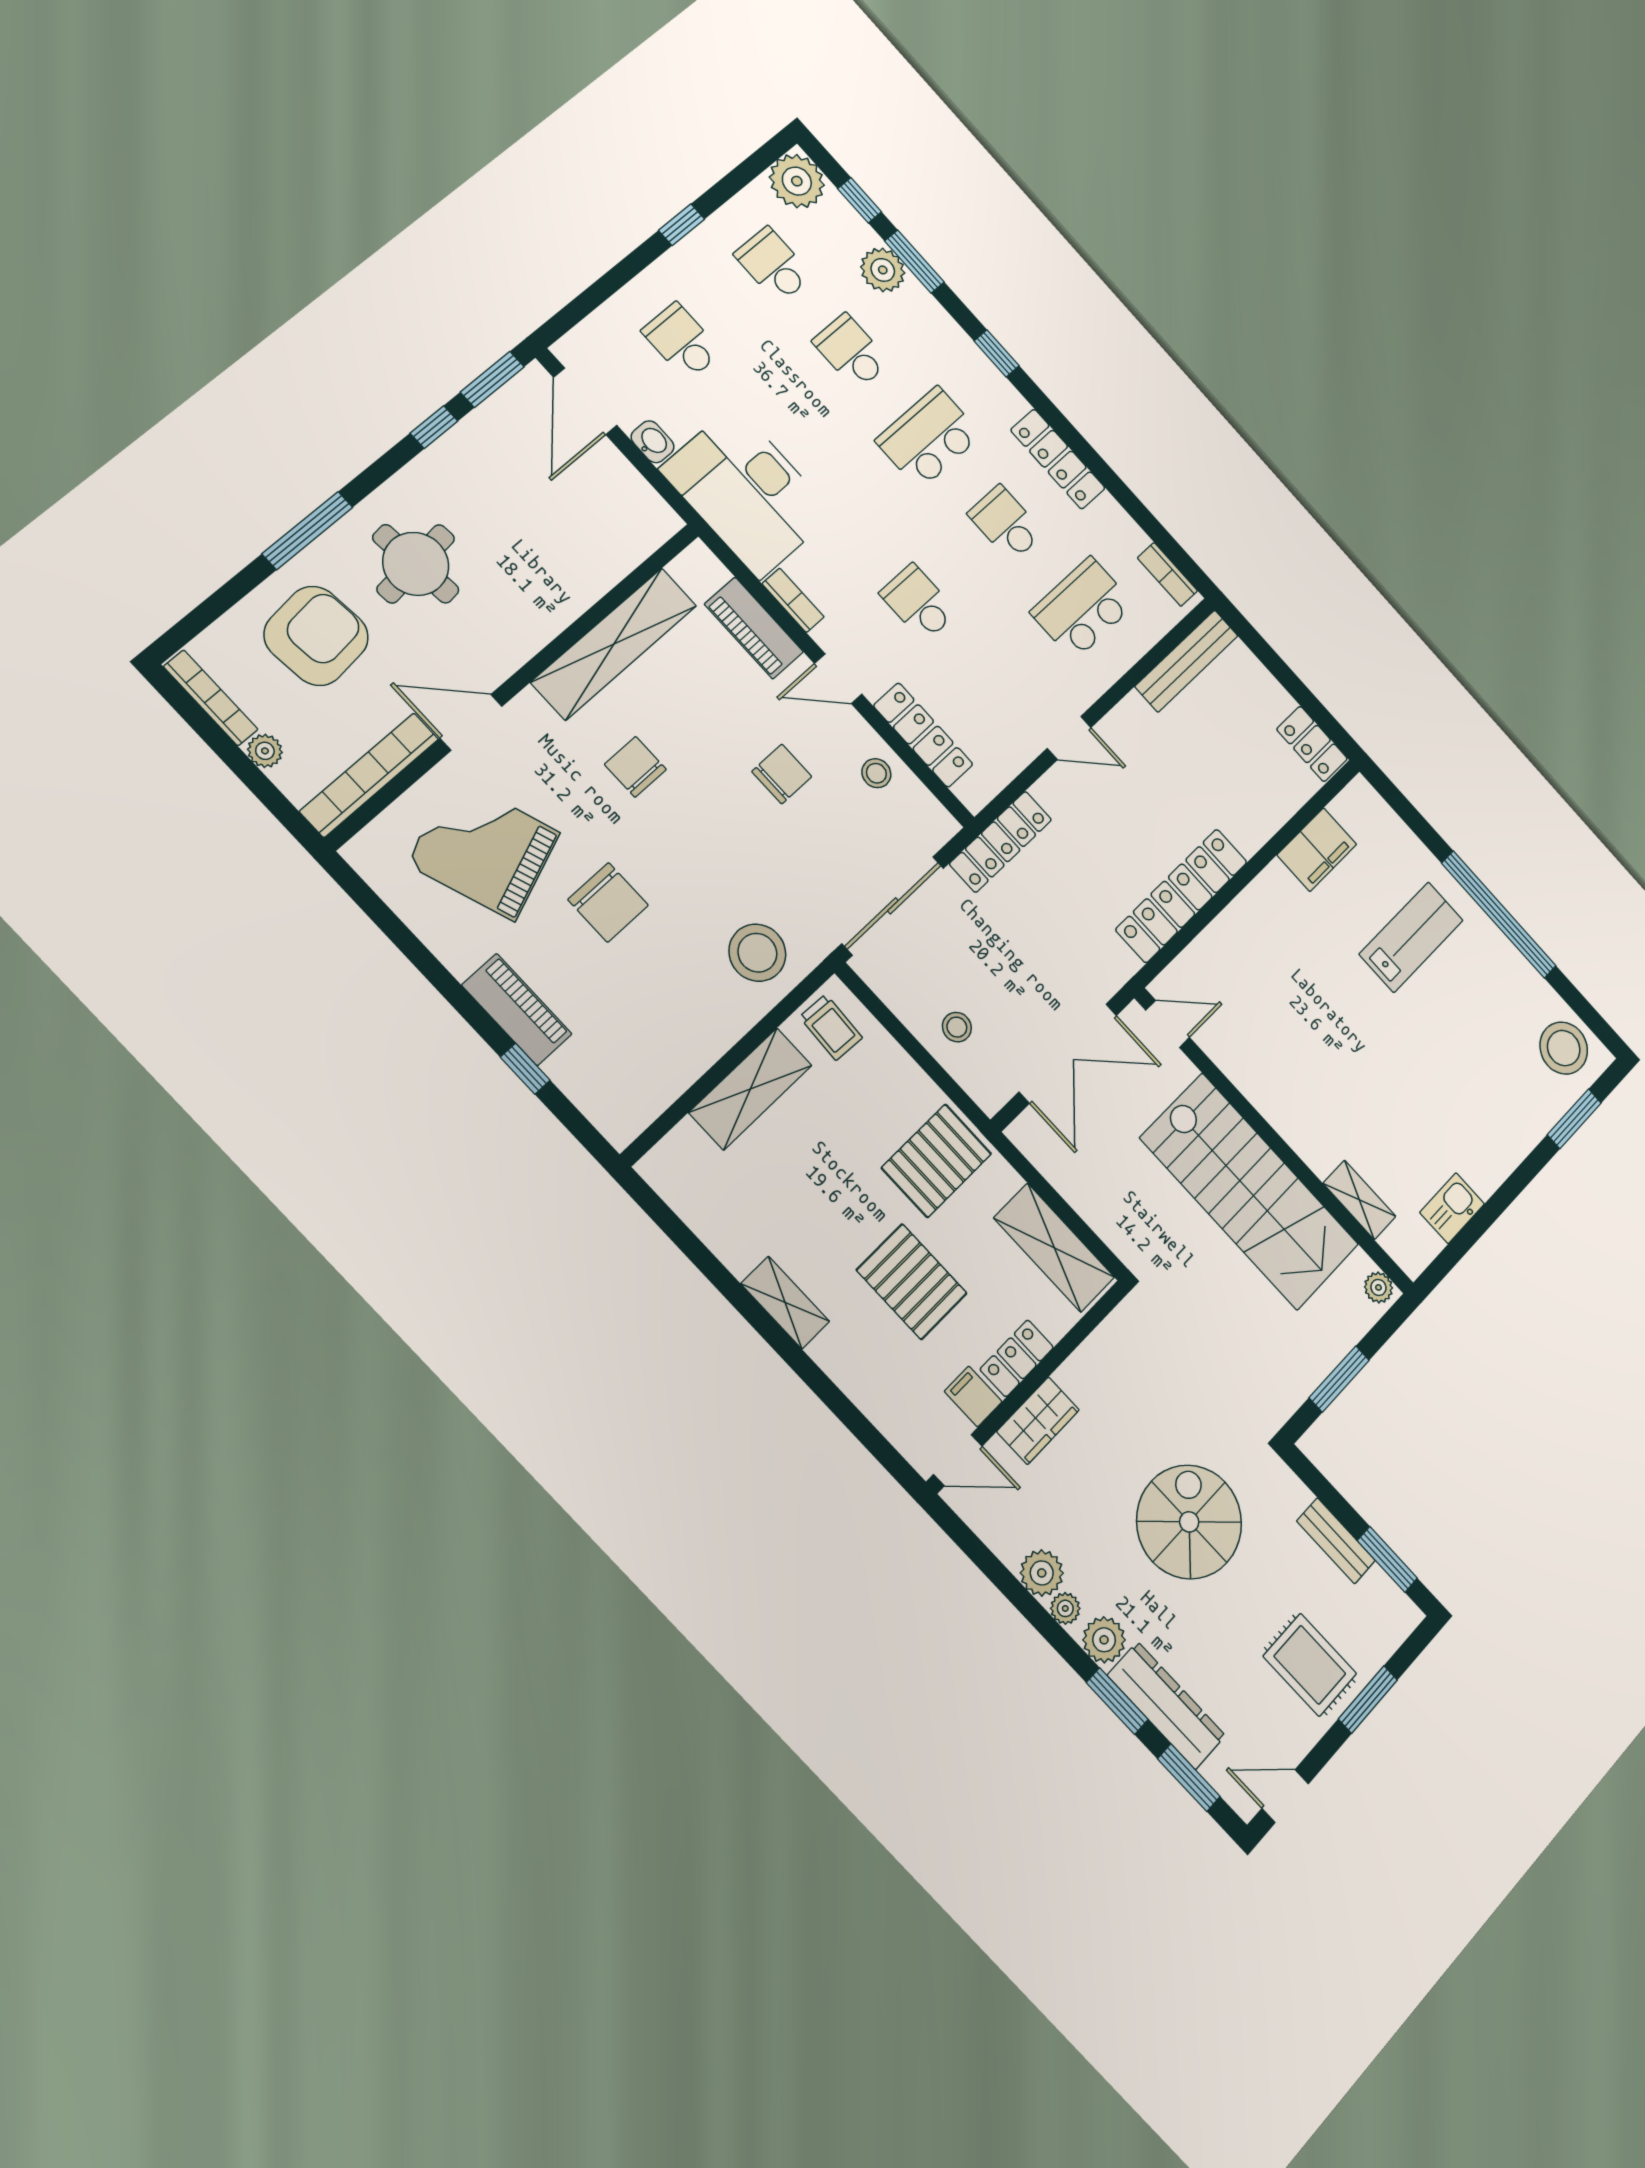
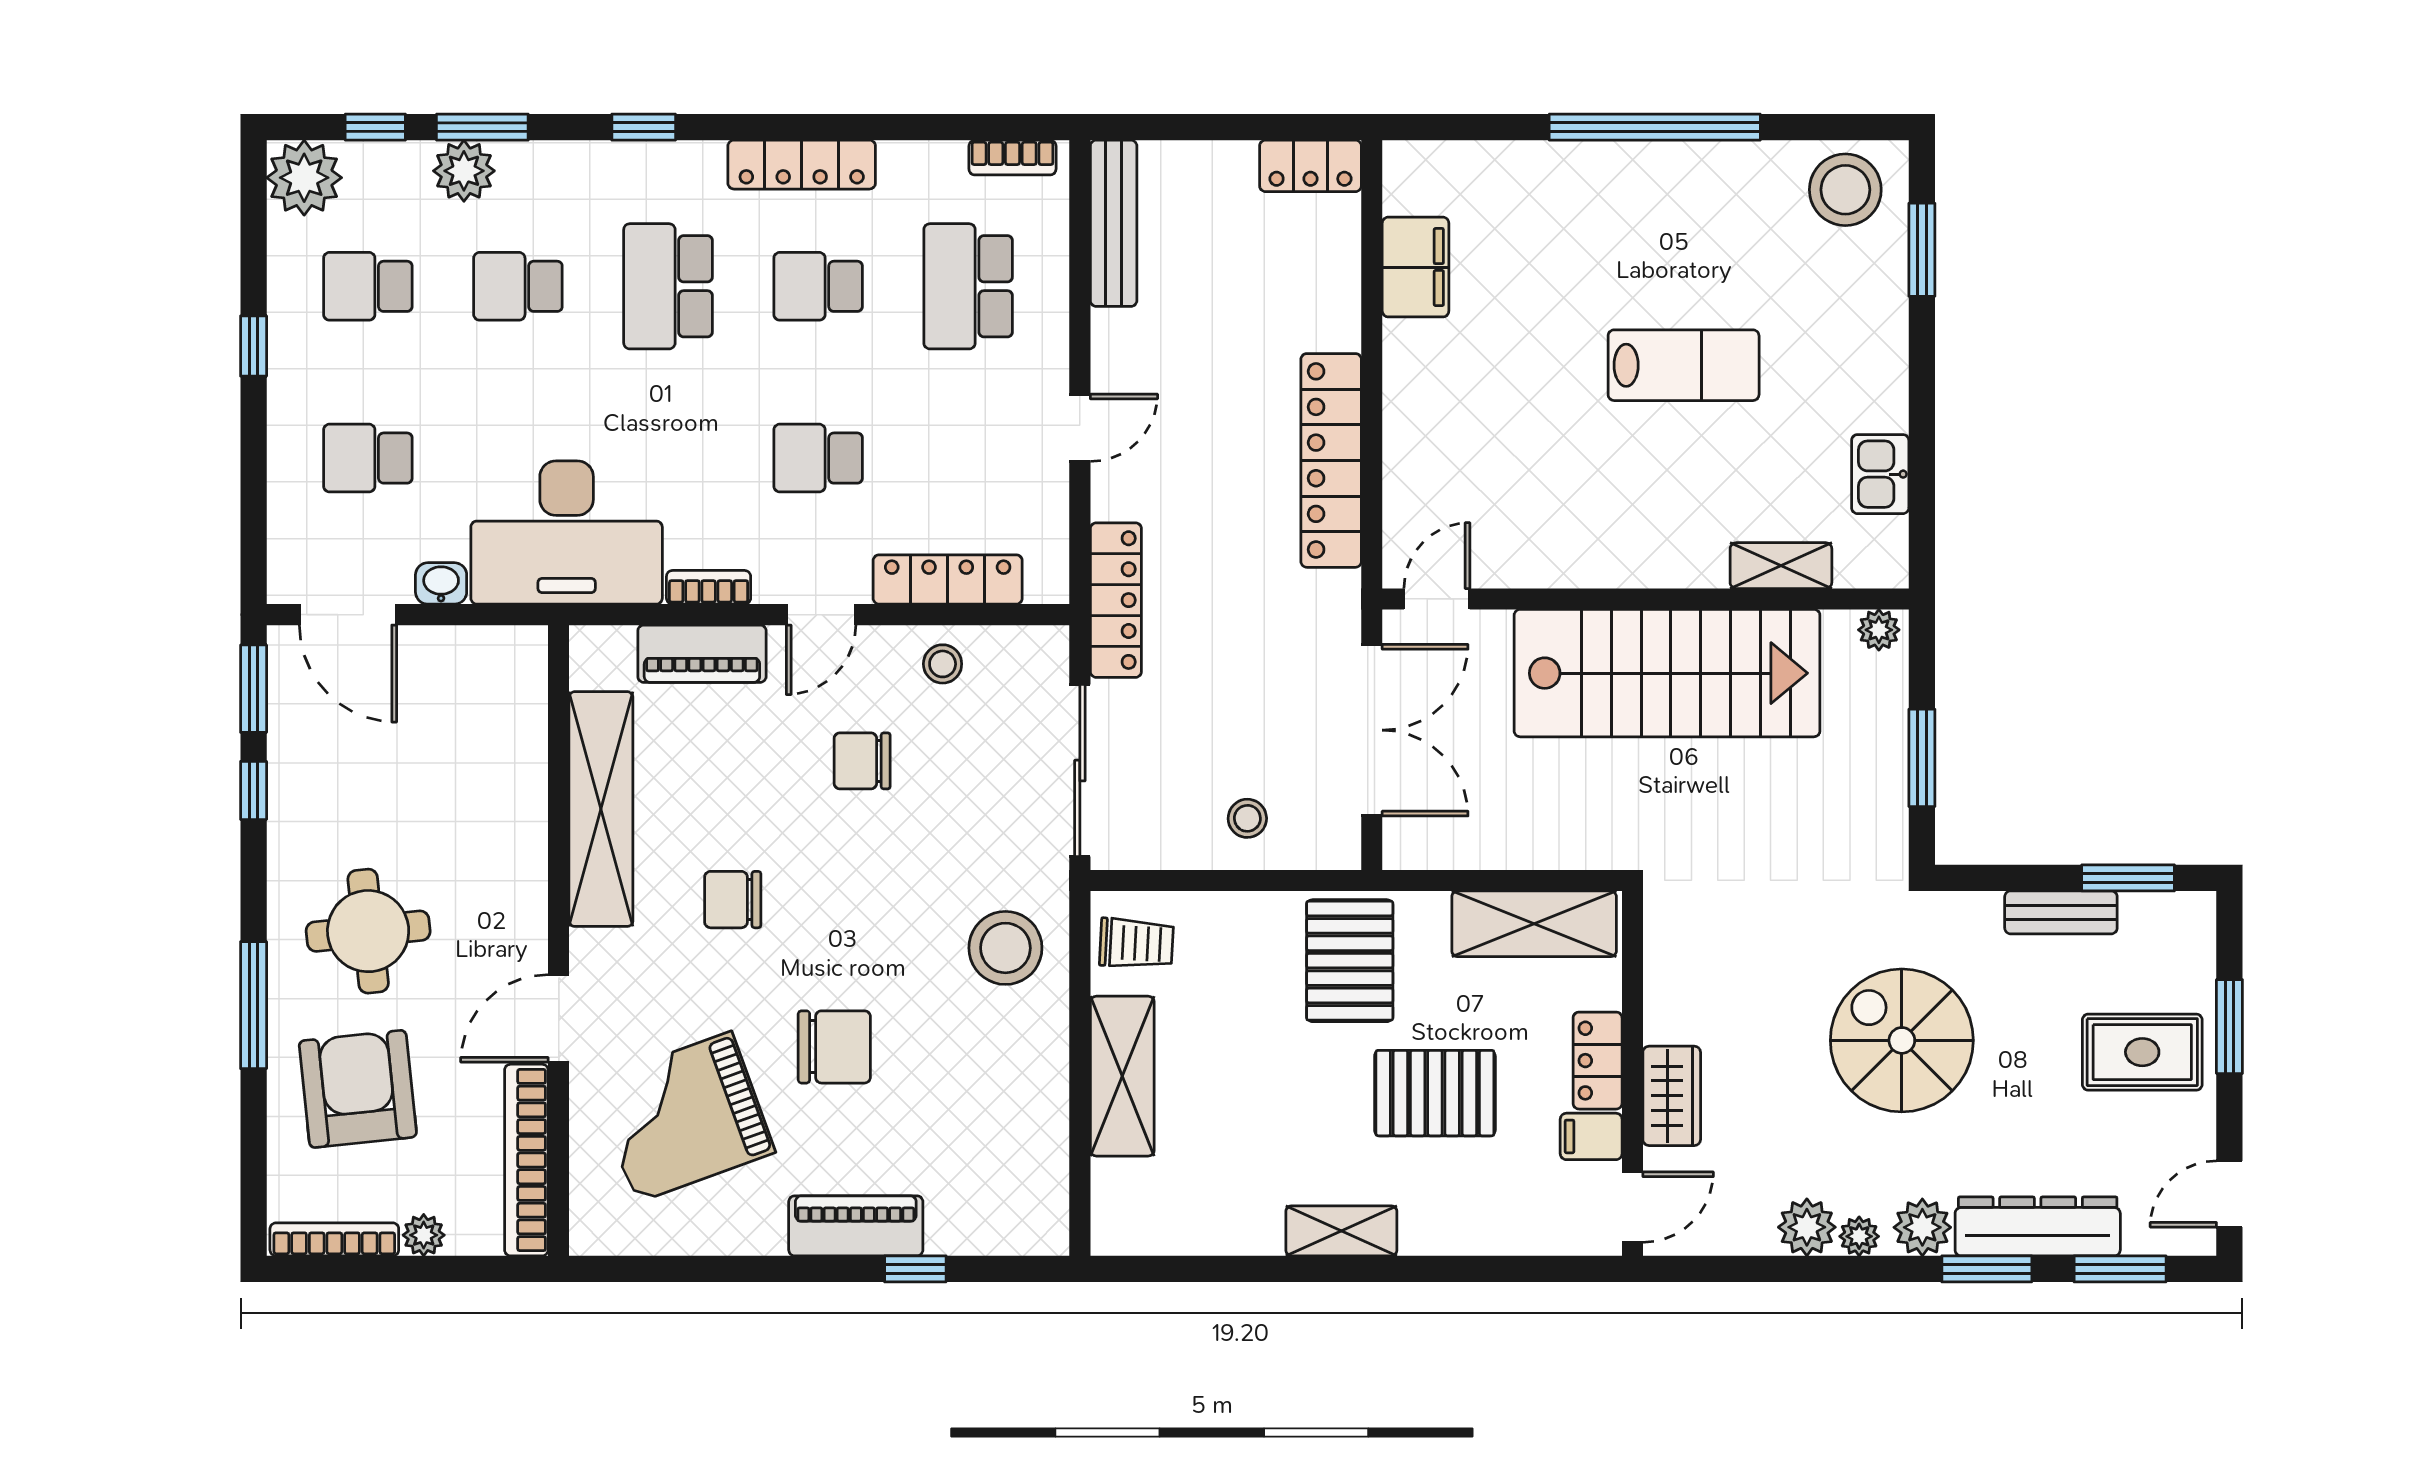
chair: (782, 774) -> (862, 761), turned -90
lab bench: (1411, 937) -> (1684, 365), moved, turned 90

